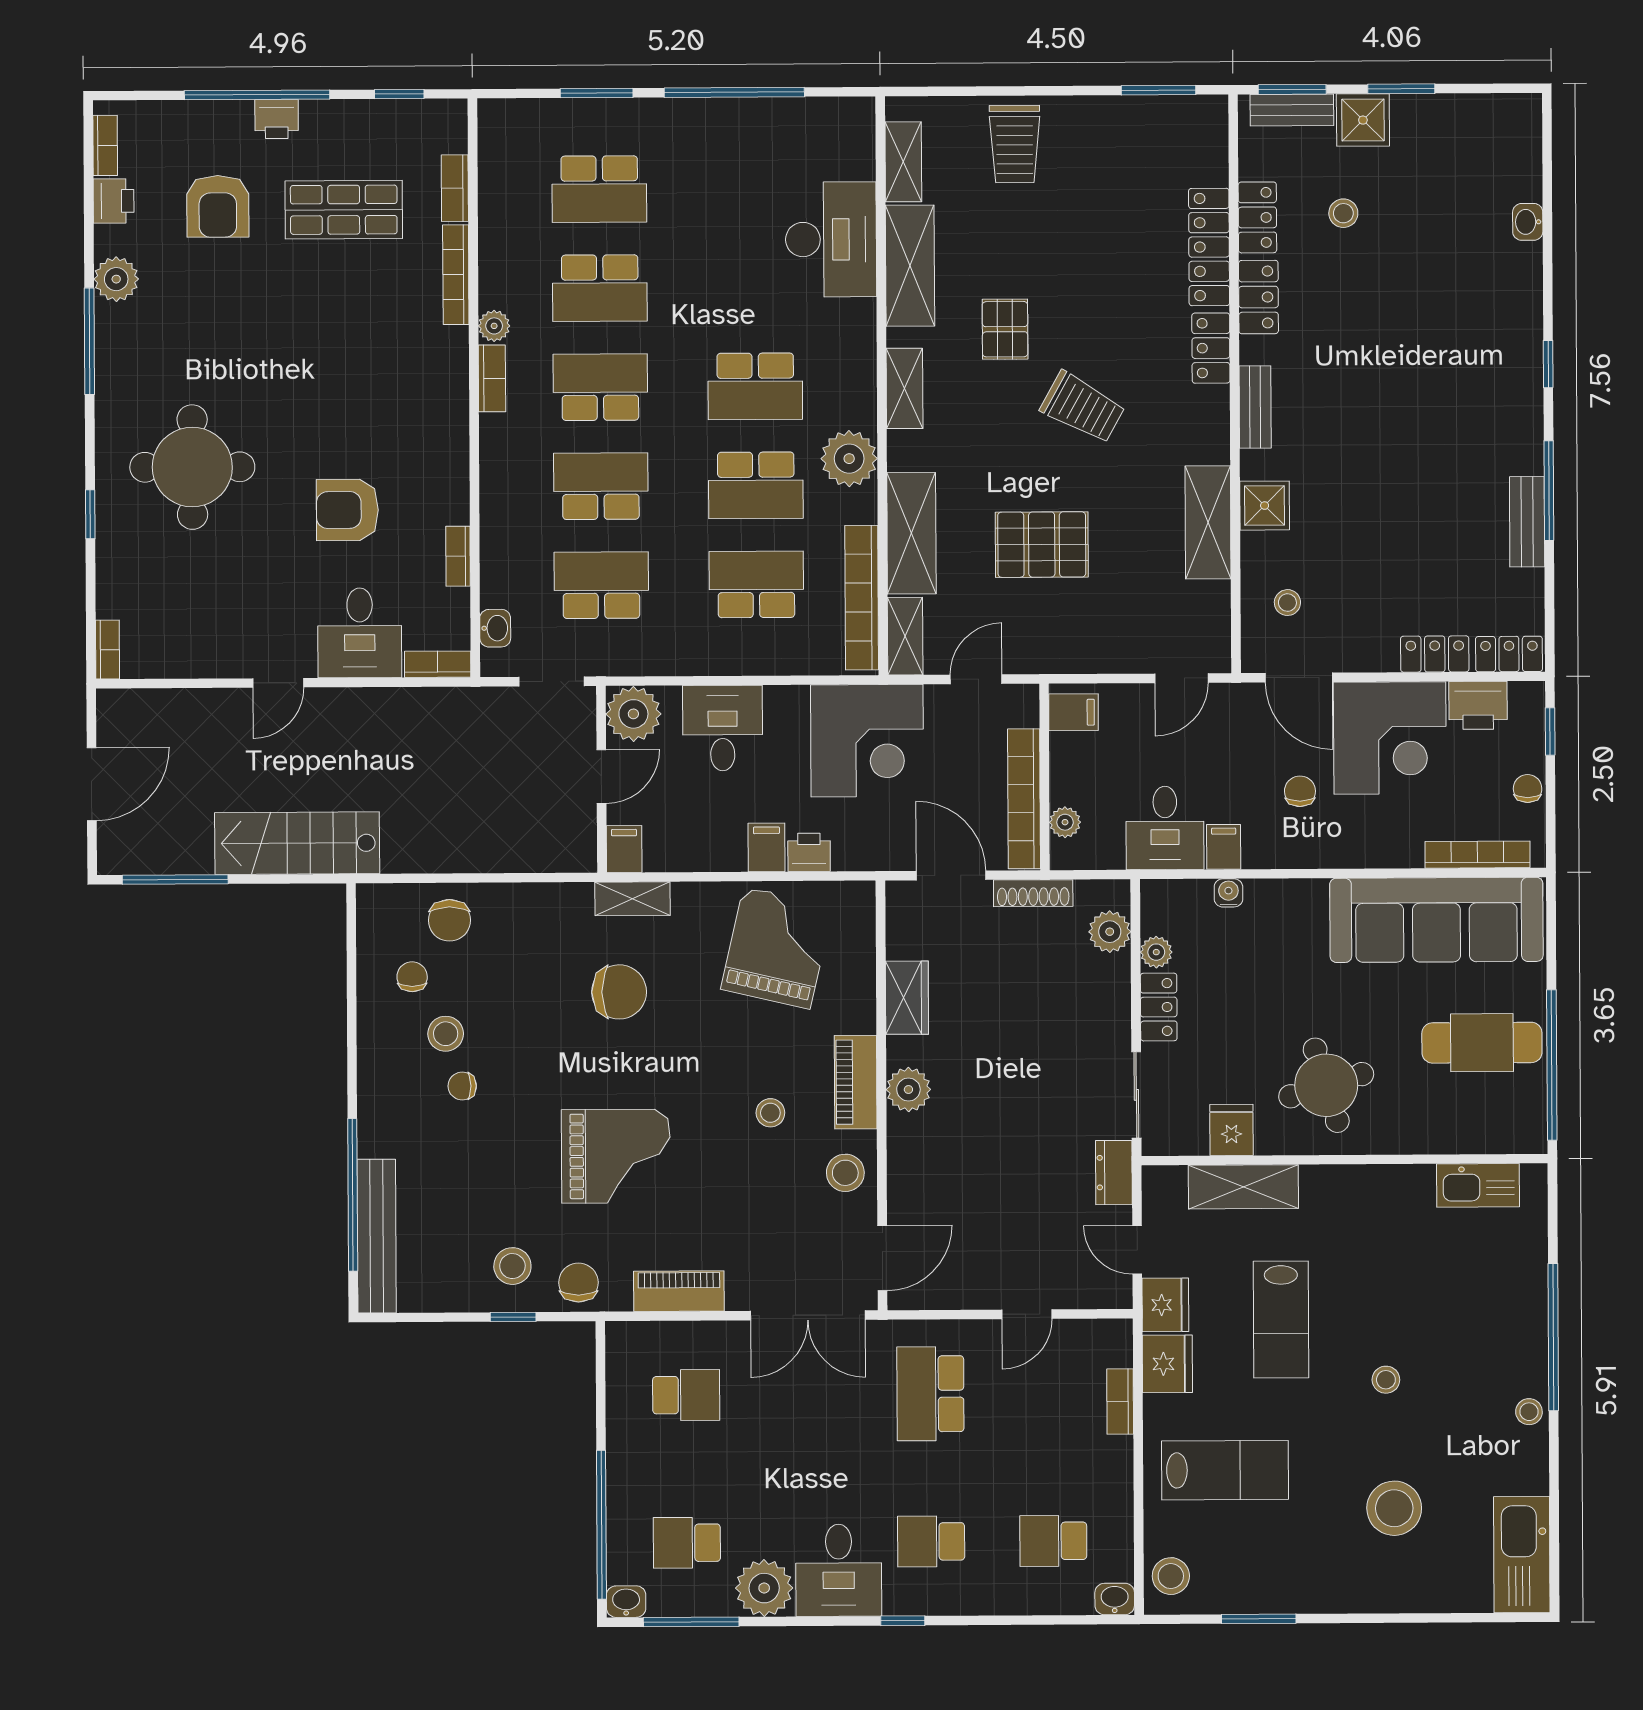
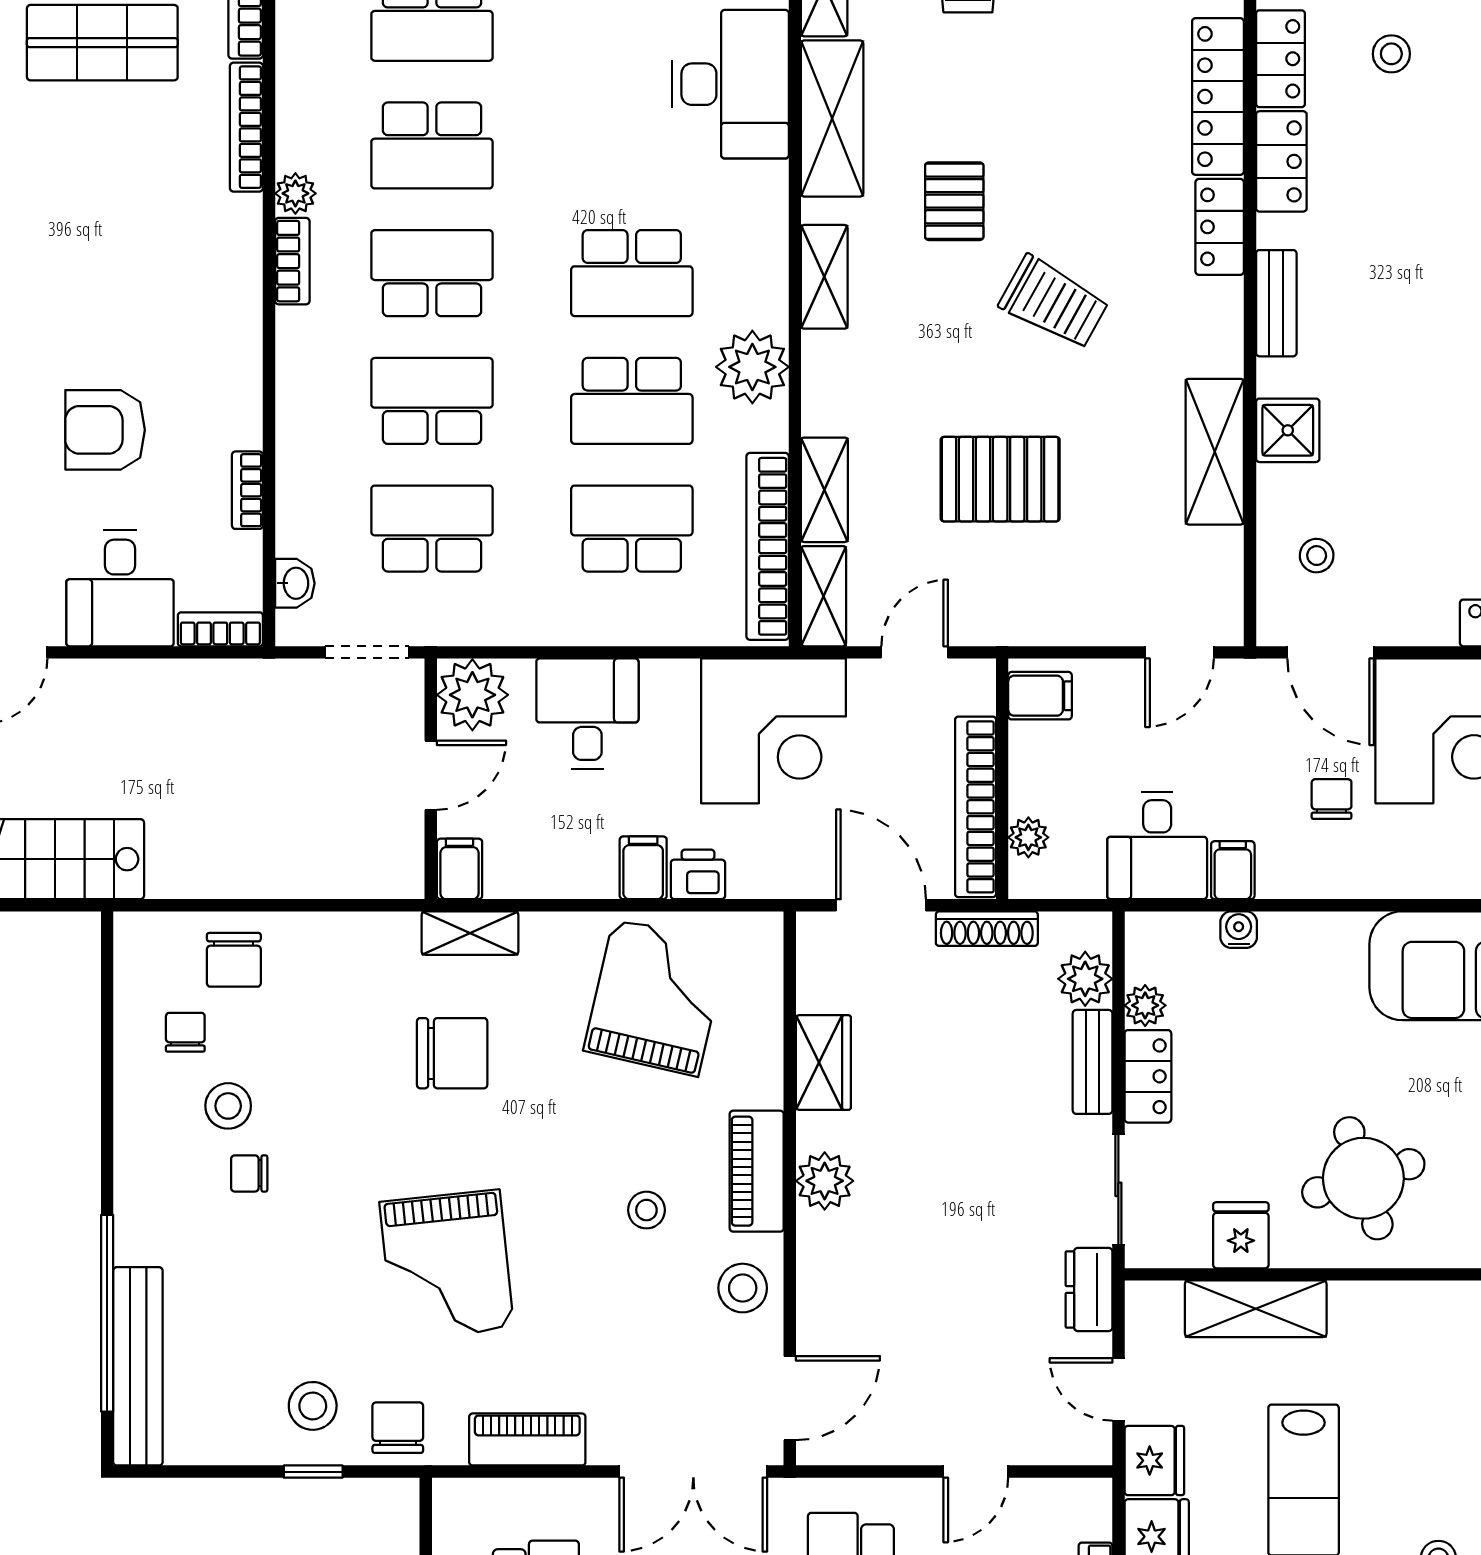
shelving: (911, 533) -> (824, 490), width x0.67, depth x0.75
bench: (1116, 996) -> (1093, 1062), added
grand piano: (616, 1156) -> (447, 1265), turned 84

